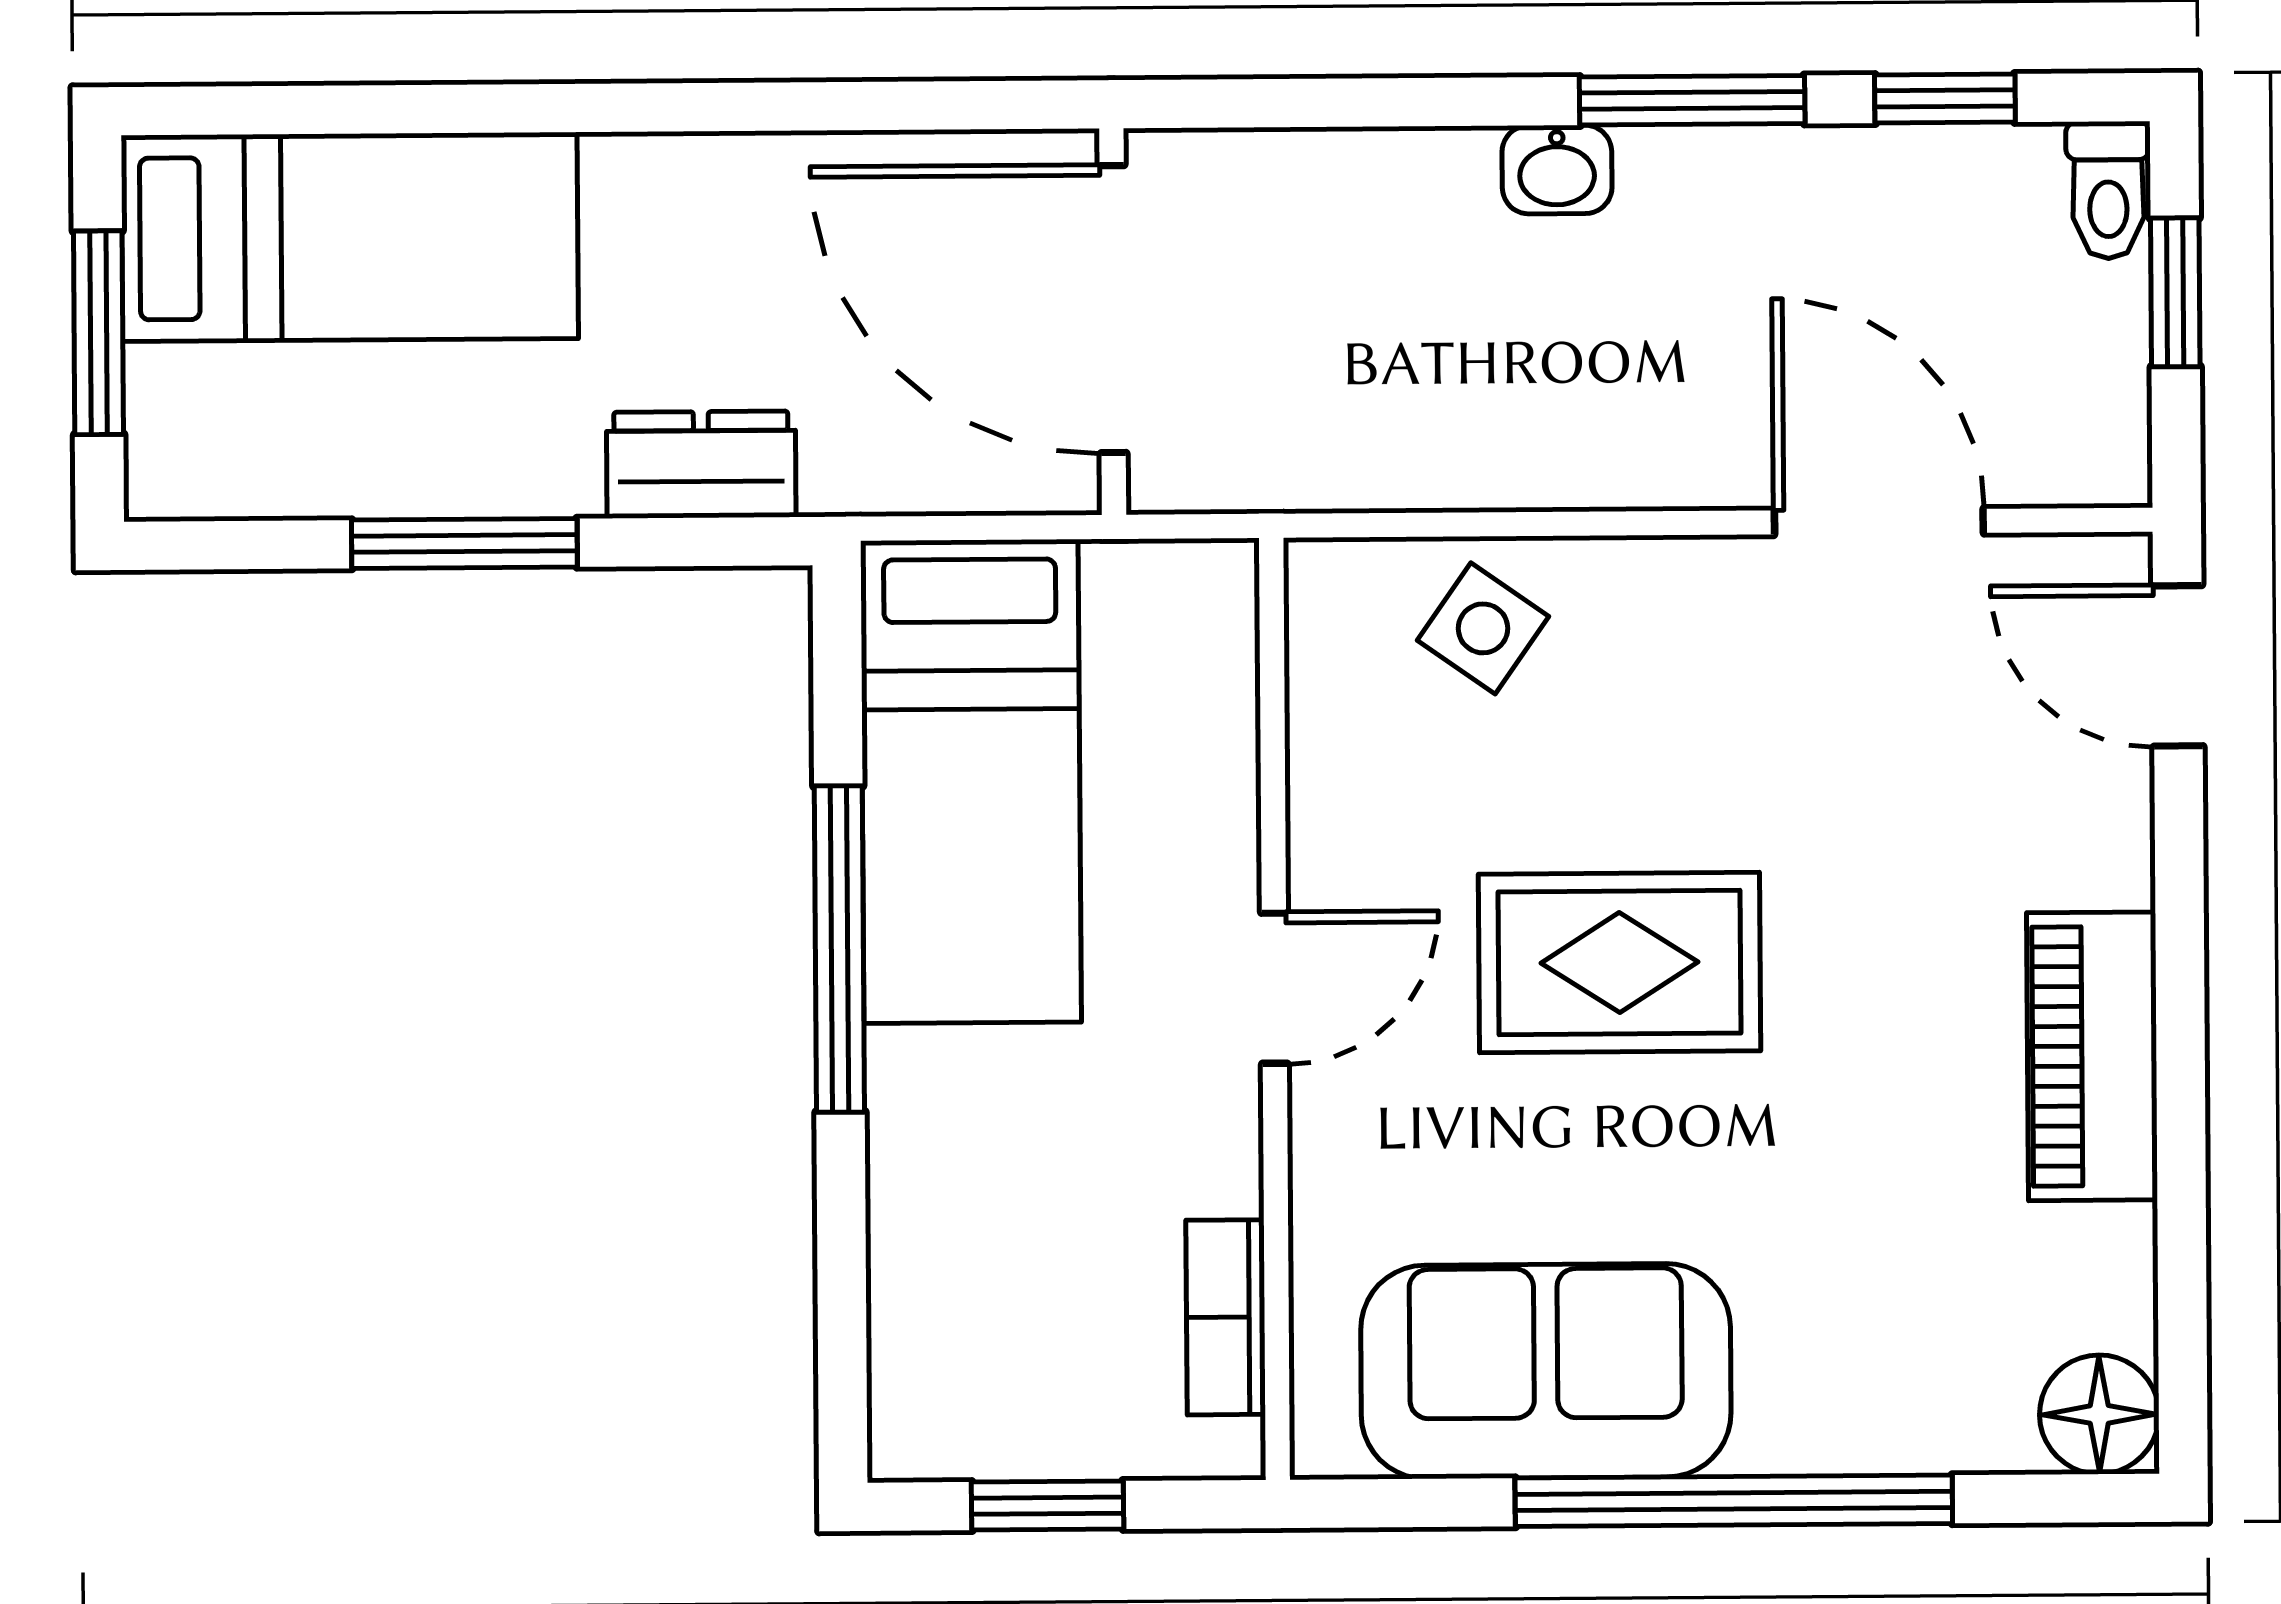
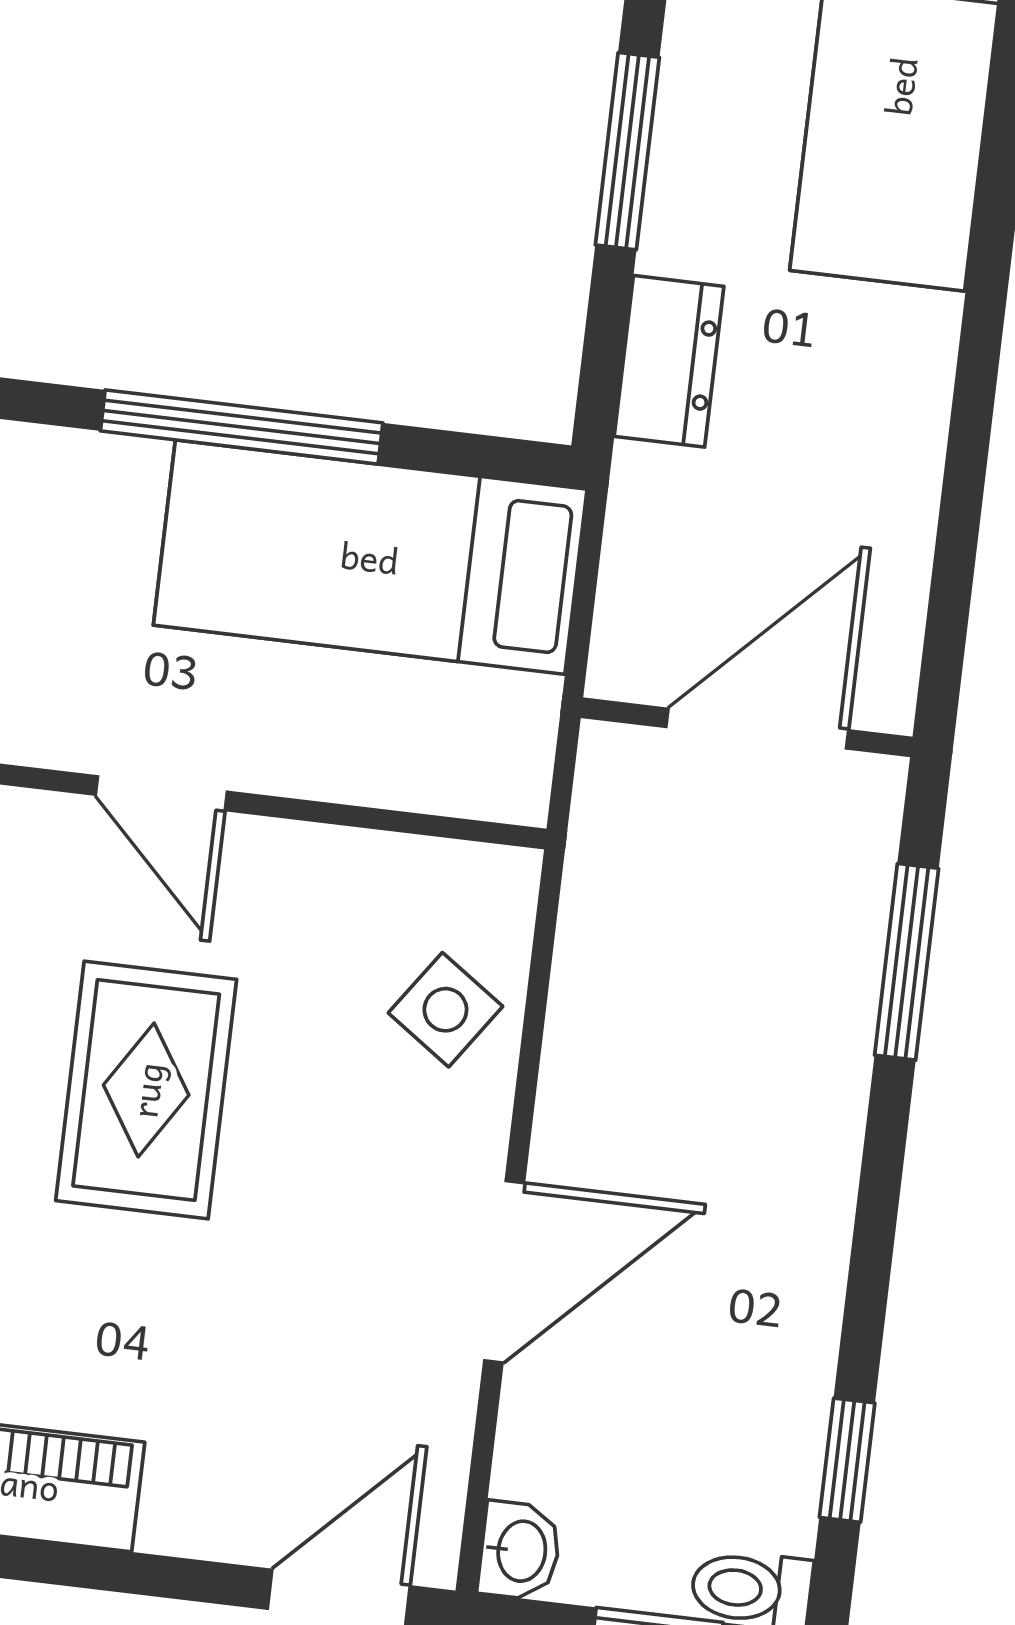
window: (1692, 100) -> (907, 962), moved
washbasin: (1557, 170) -> (520, 1551), moved, turned 180
door: (1113, 309) -> (757, 729), width x0.73
door: (1879, 522) -> (504, 1272), moved

